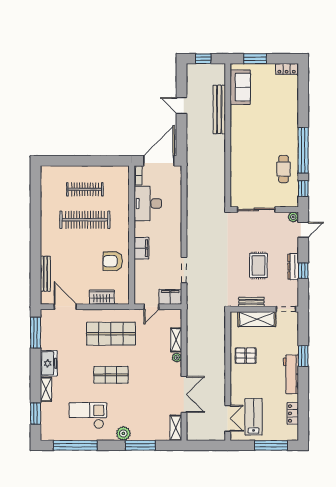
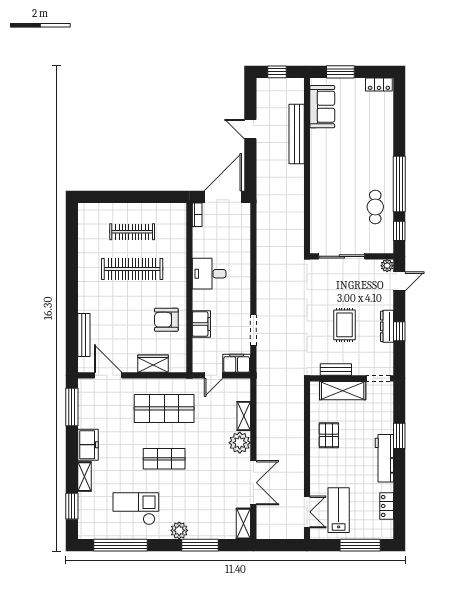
desk: (148, 203) -> (209, 274), moved, width x0.73
filing cabinet: (141, 248) -> (201, 324), moved
pallet: (246, 356) -> (329, 435), turned 90
plant: (177, 358) -> (240, 443), width x1.87, depth x1.87

